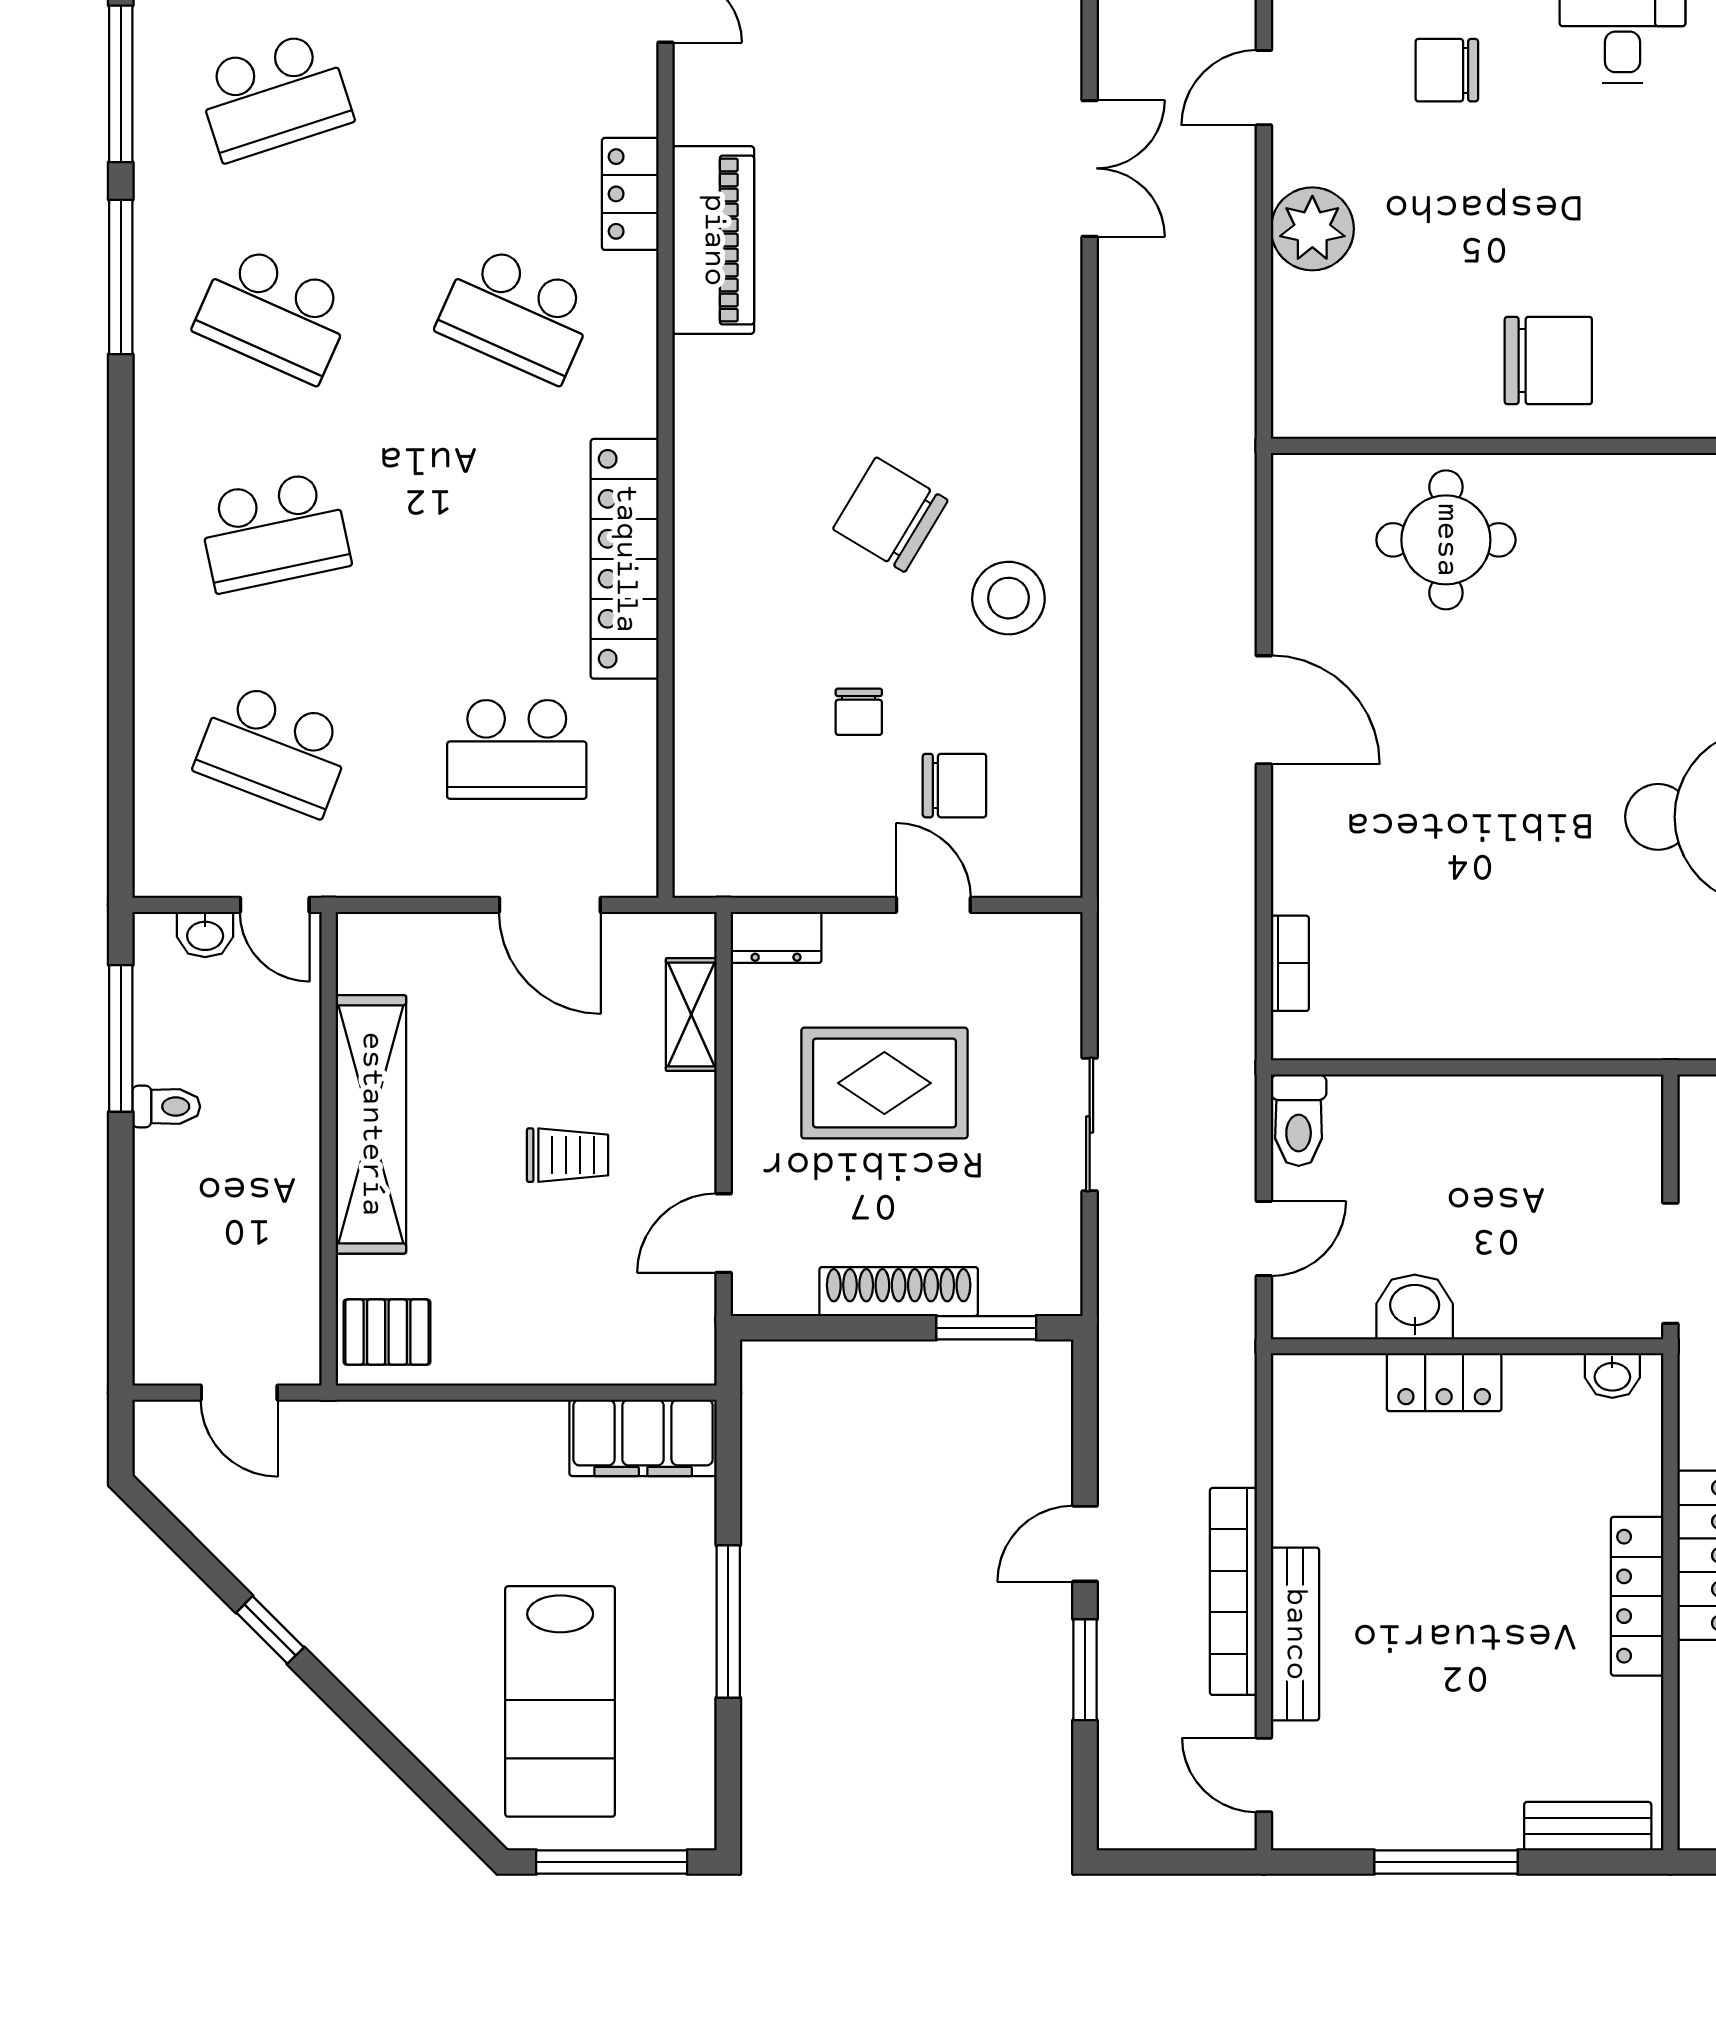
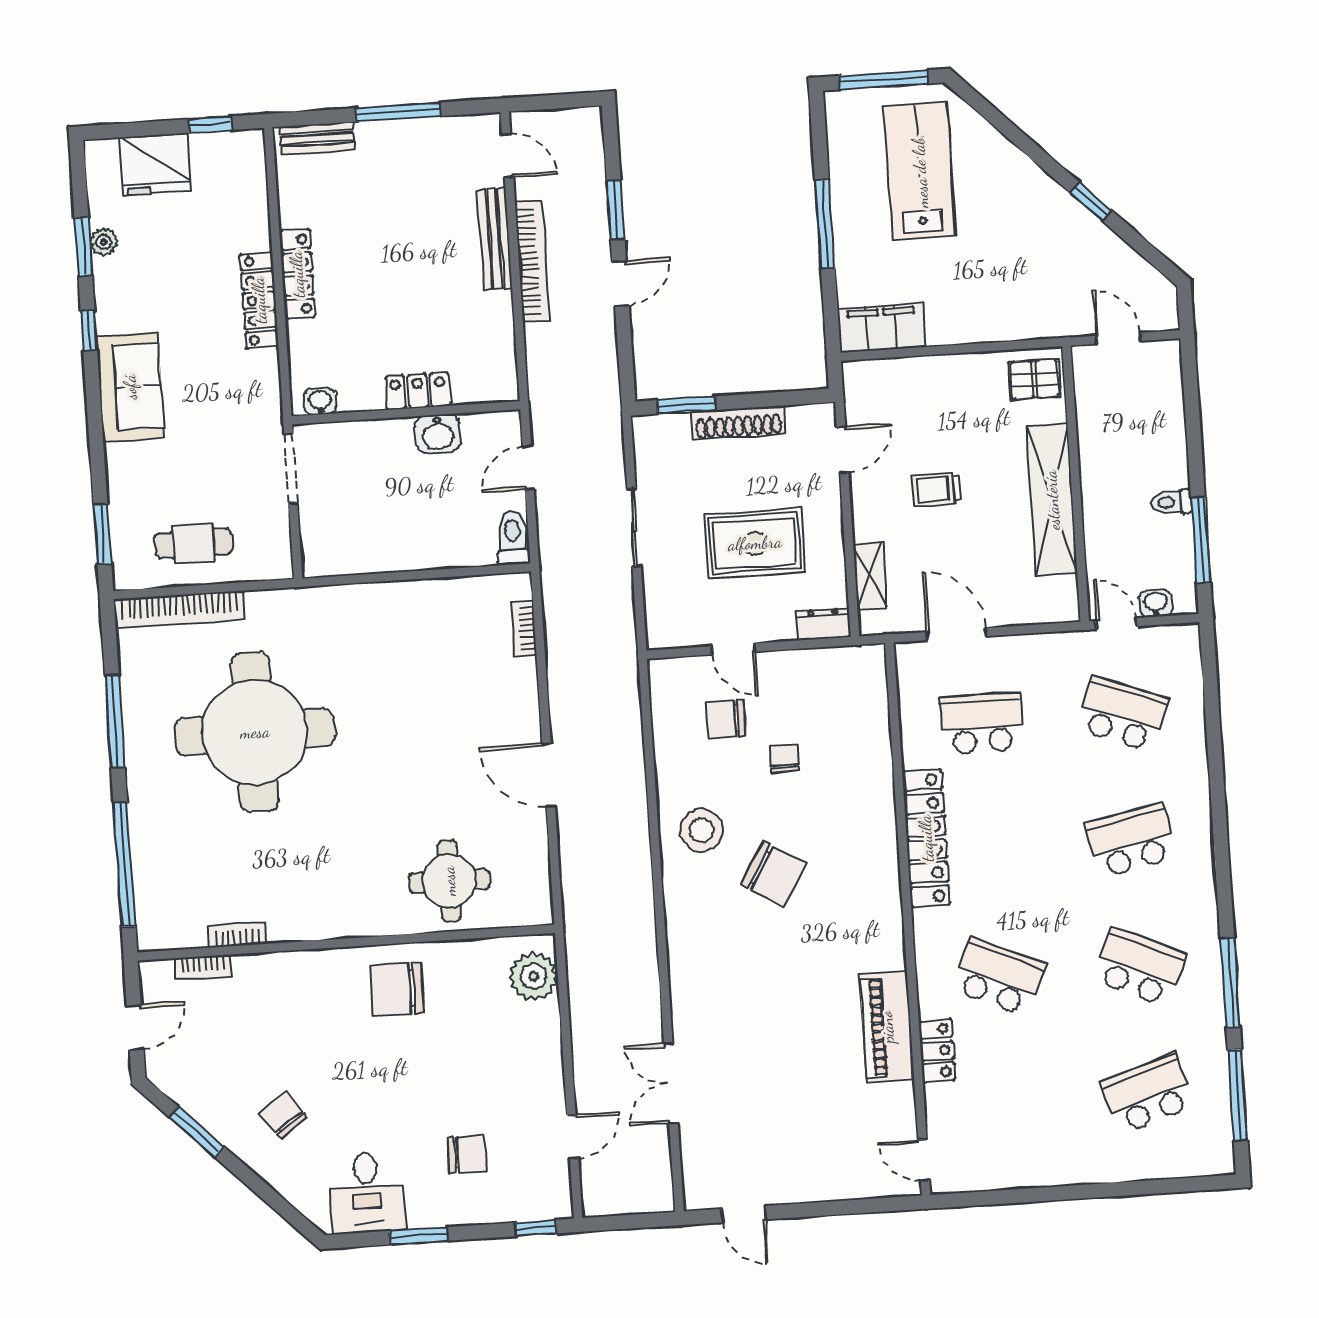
plant: (1312, 229) -> (534, 976), moved

